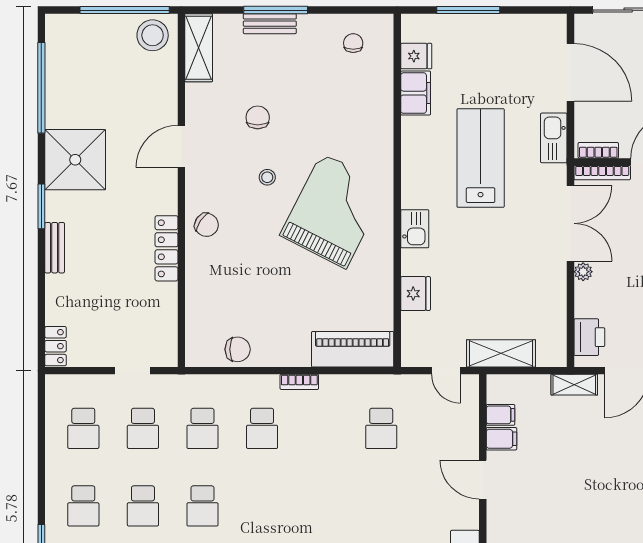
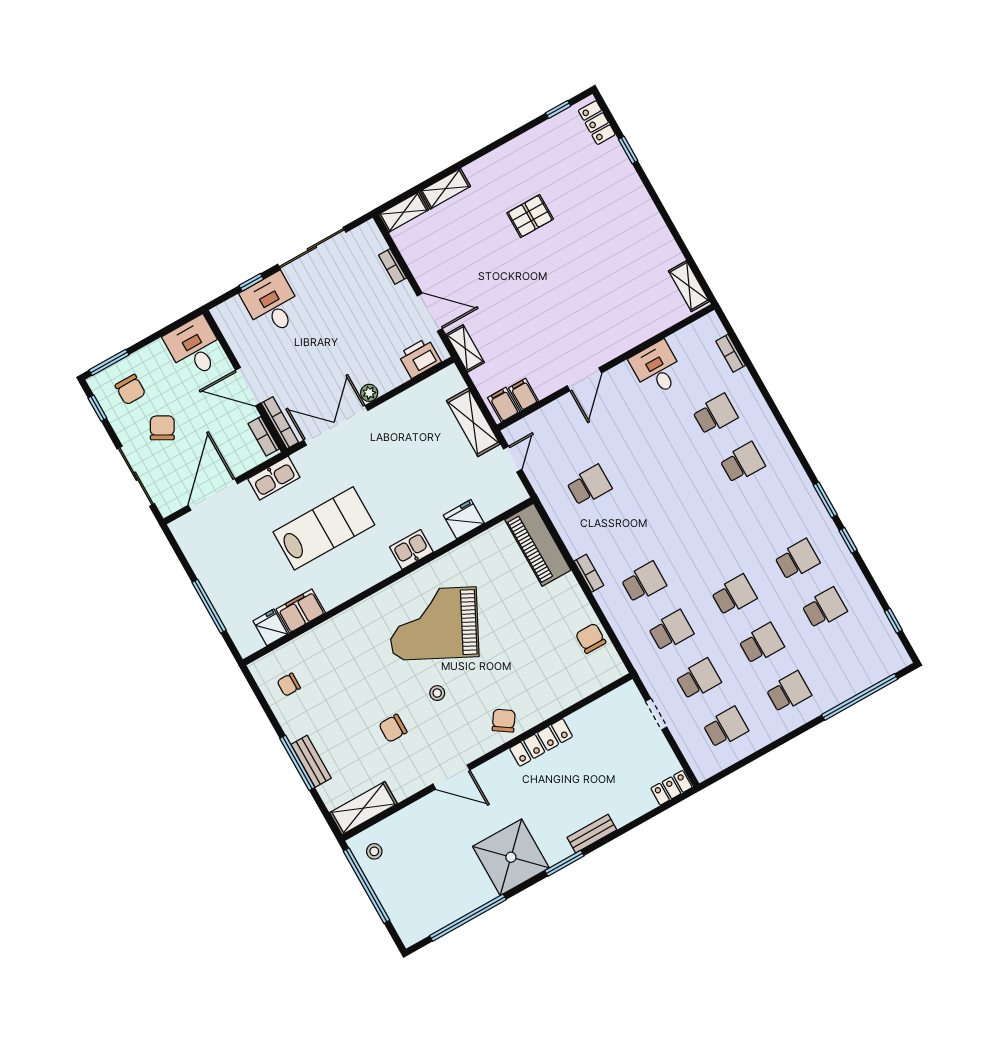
stool: (153, 35) -> (374, 851), width x0.53, depth x0.53
lab bench: (481, 158) -> (324, 528), turned 180
filing cabinet: (501, 439) -> (504, 405), moved

